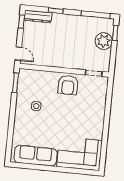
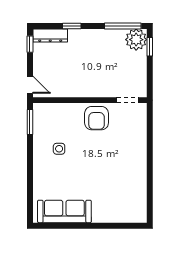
plant: (104, 41) -> (136, 40), moved
corner sofa: (80, 154) -> (120, 203), removed

